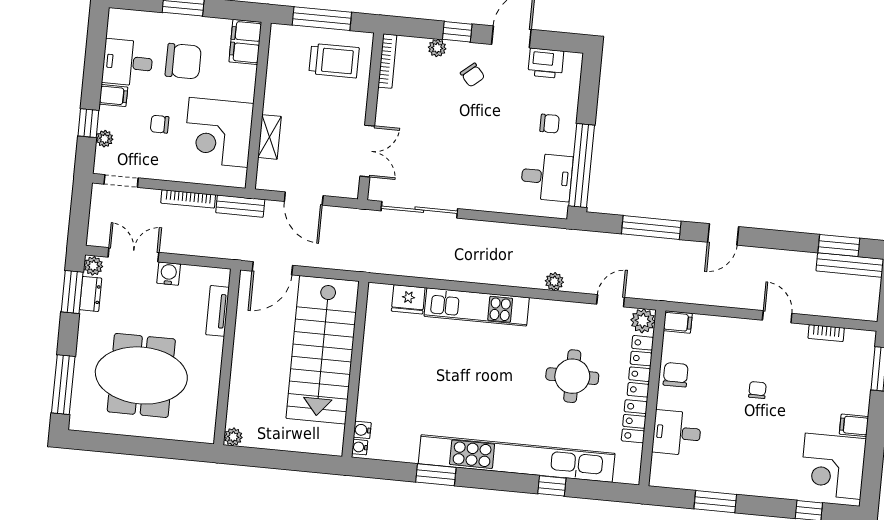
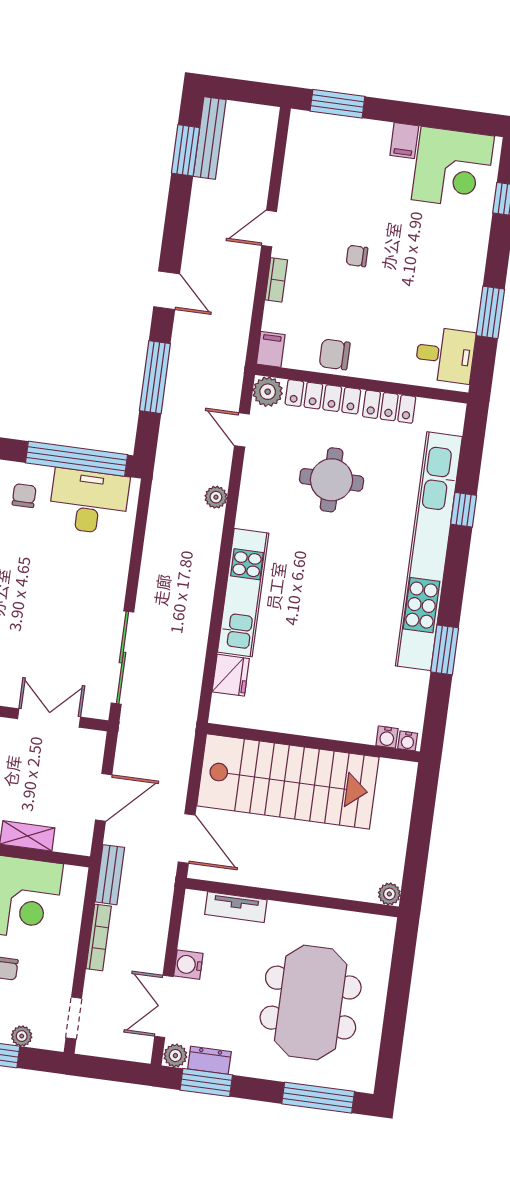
desk: (547, 177) -> (89, 502), width x1.37
bookcase: (826, 333) -> (276, 280), moved
desk: (677, 433) -> (445, 355), moved, turned -90

